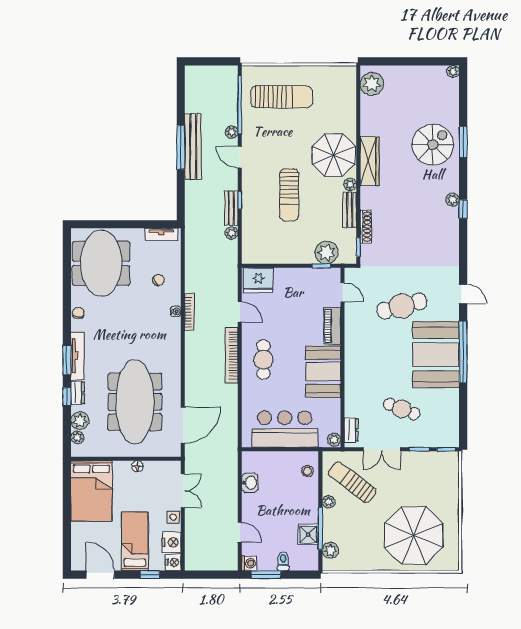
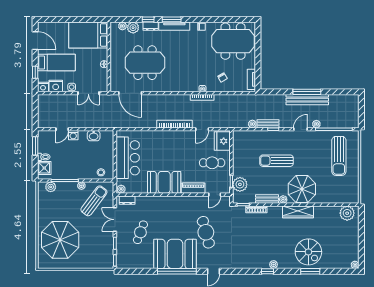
cafe table: (263, 360) -> (212, 163), moved
meeting table: (135, 402) -> (145, 63), width x0.73
shower: (308, 534) -> (44, 168), moved
washing machine: (249, 563) -> (73, 135), moved
door: (100, 575) -> (35, 41), hinge flipped

